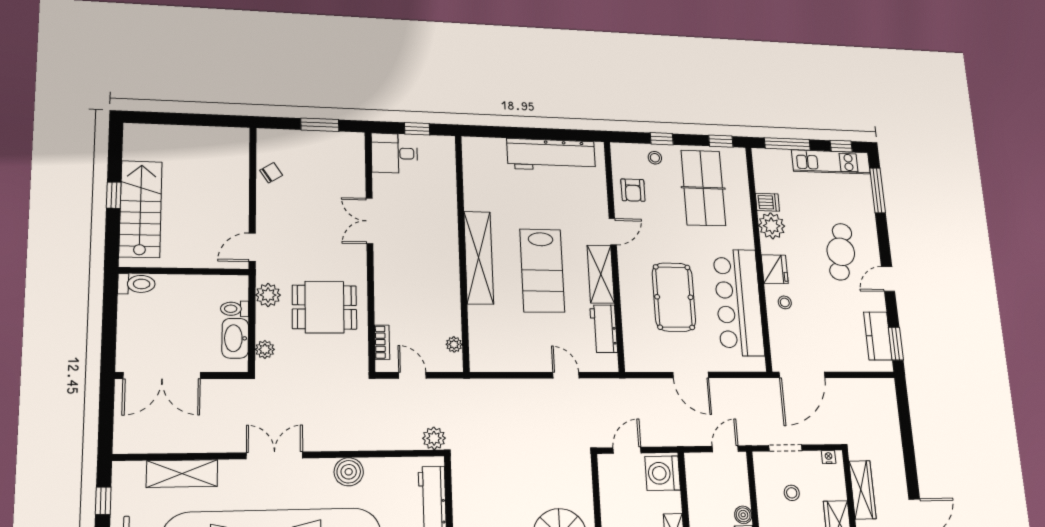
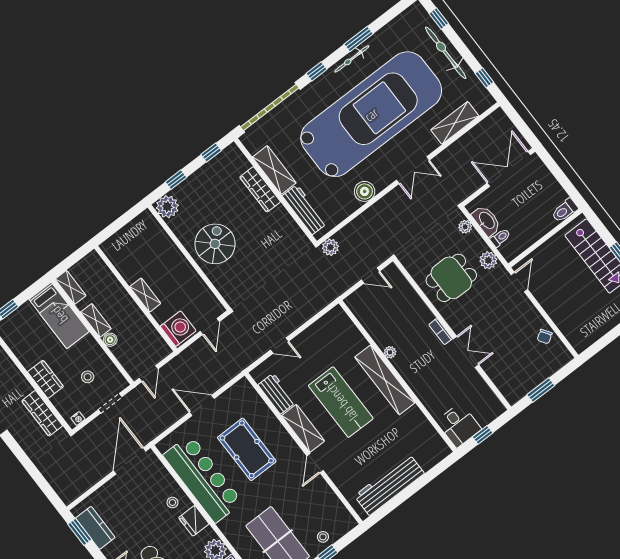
desk: (394, 153) -> (459, 425), moved, turned 90
armchair: (633, 190) -> (322, 502), removed
lab bench: (542, 271) -> (341, 402), turned 180
bookcase: (382, 342) -> (441, 332), moved
plant: (454, 344) -> (390, 352), moved

